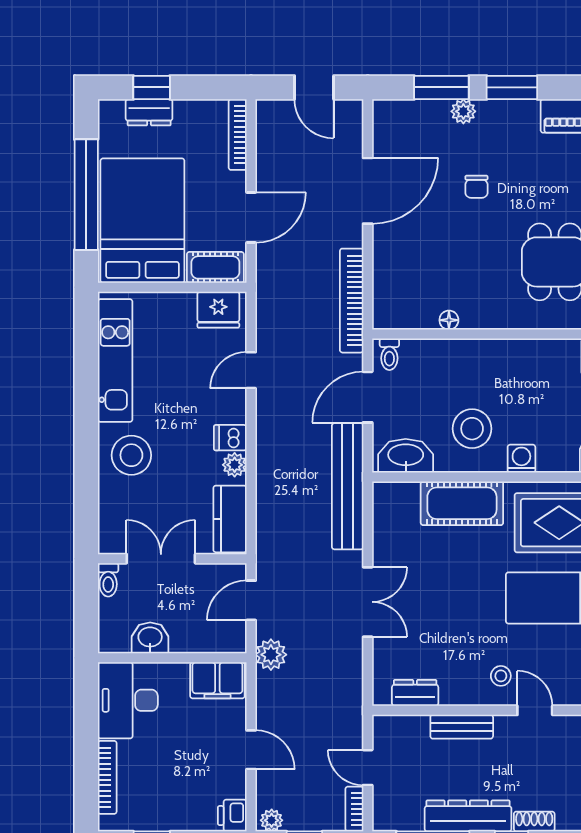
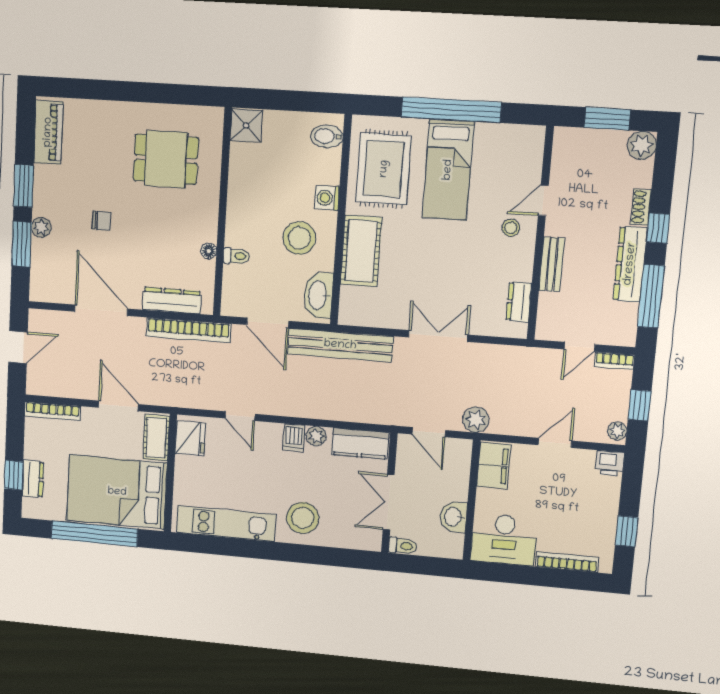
dresser: (386, 278) -> (172, 301), added
toilet: (389, 354) -> (236, 256), moved

